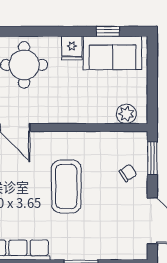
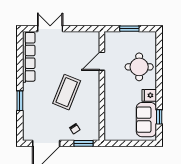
plant: (126, 114) -> (110, 128), removed
coffee table: (66, 186) -> (67, 92), turned -68

